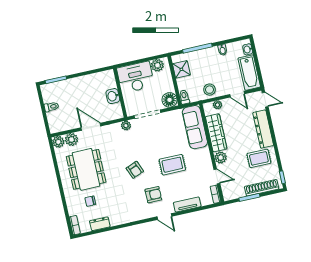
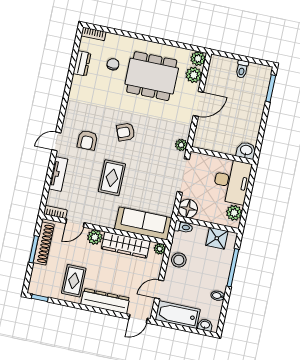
washbasin: (113, 96) -> (246, 150), moved
plant: (218, 105) -> (160, 249), moved
shoe rack: (262, 188) -> (44, 244), moved

